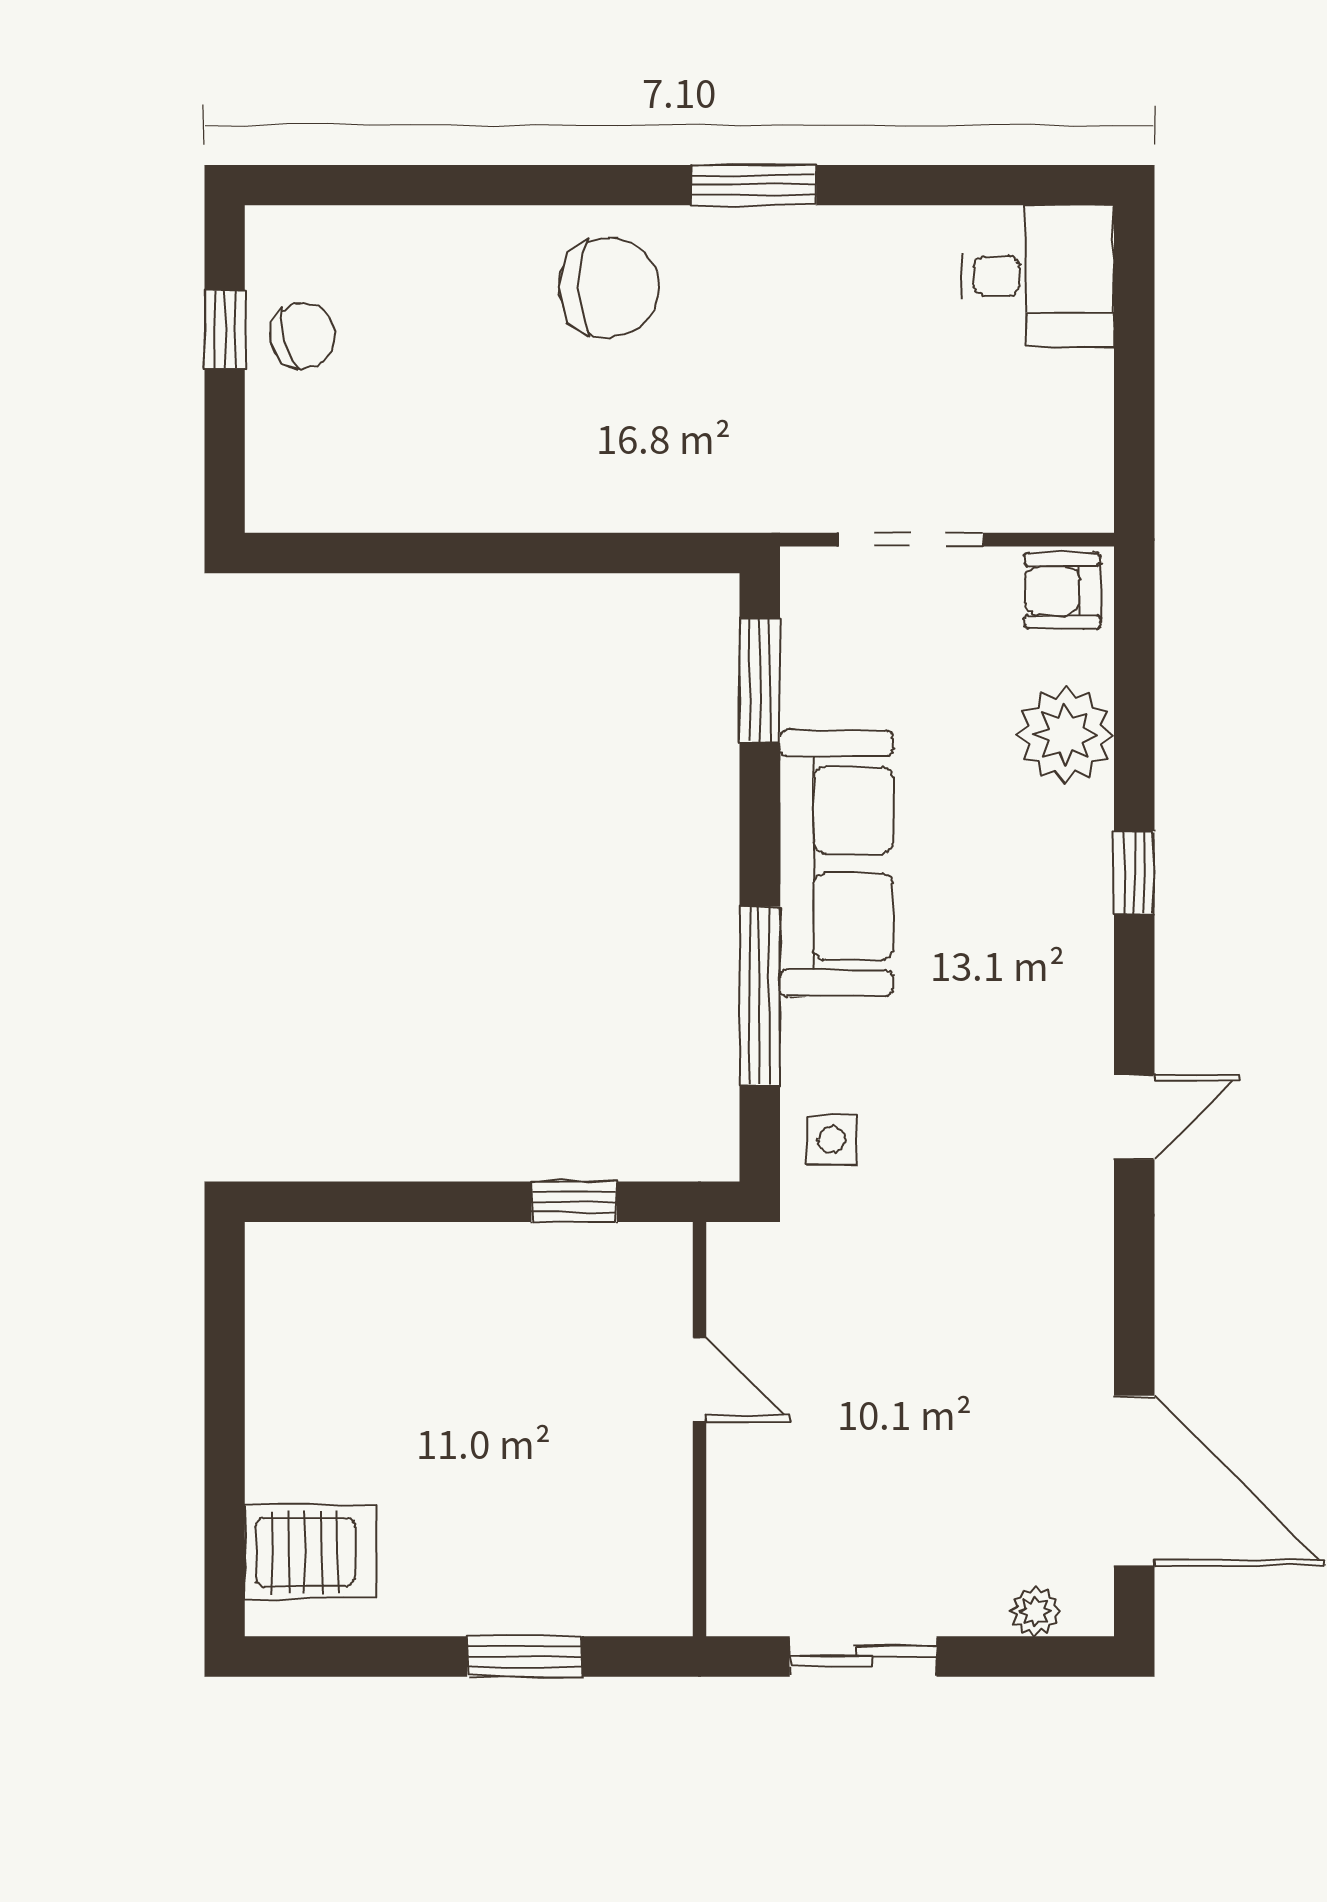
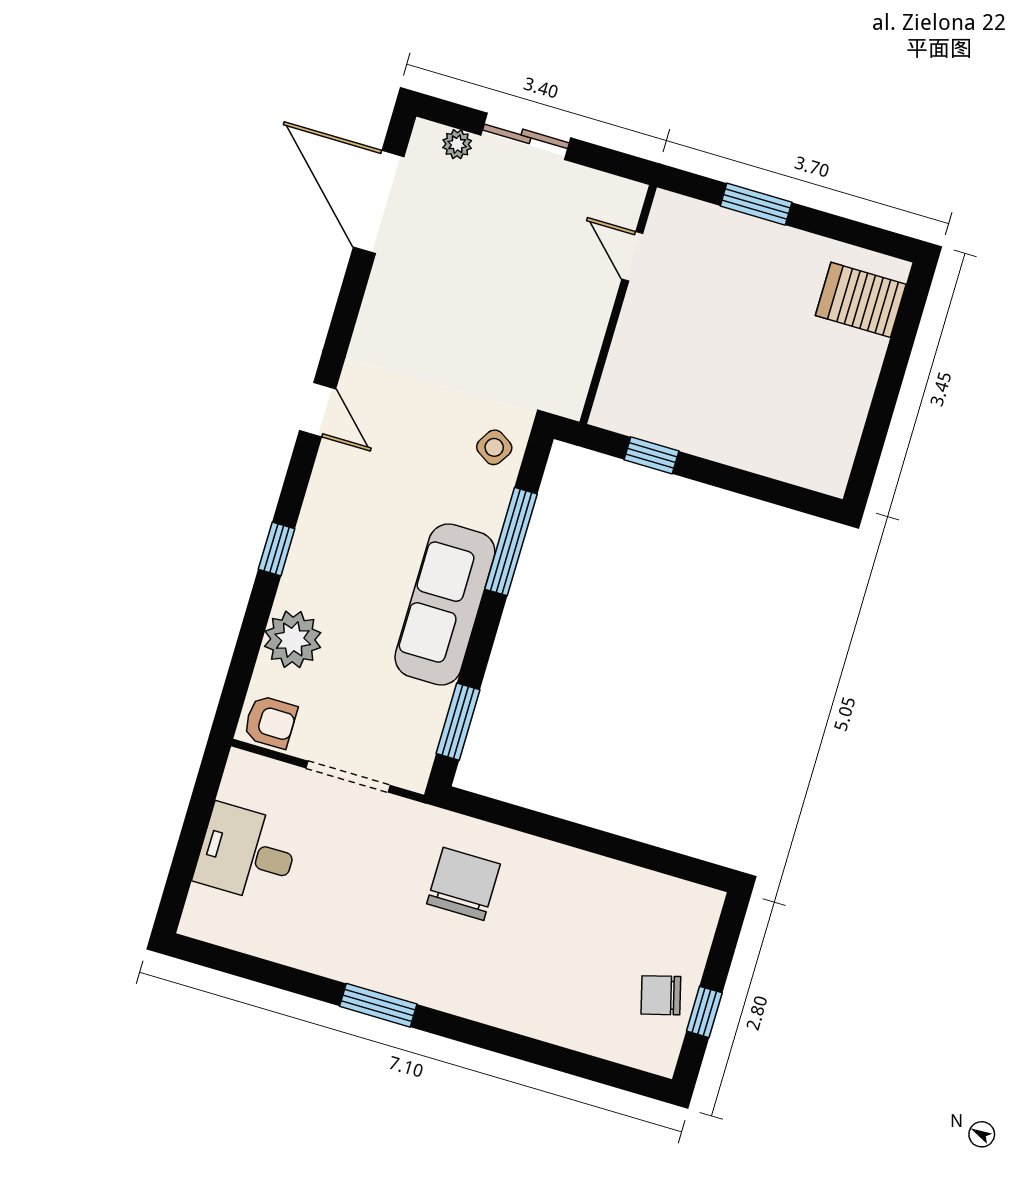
desk: (1038, 276) -> (247, 853), moved
chair: (609, 288) -> (463, 884), moved, turned 90
door: (1134, 1117) -> (318, 410), swing flipped
side table: (832, 1140) -> (494, 447), turned 32
door: (700, 1379) -> (632, 256), moved
sliding door: (863, 1657) -> (526, 136), moved

